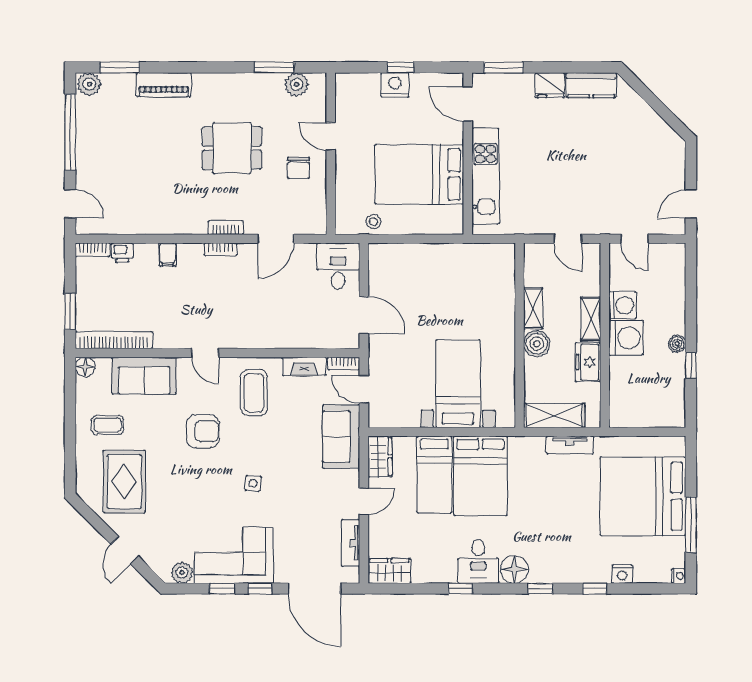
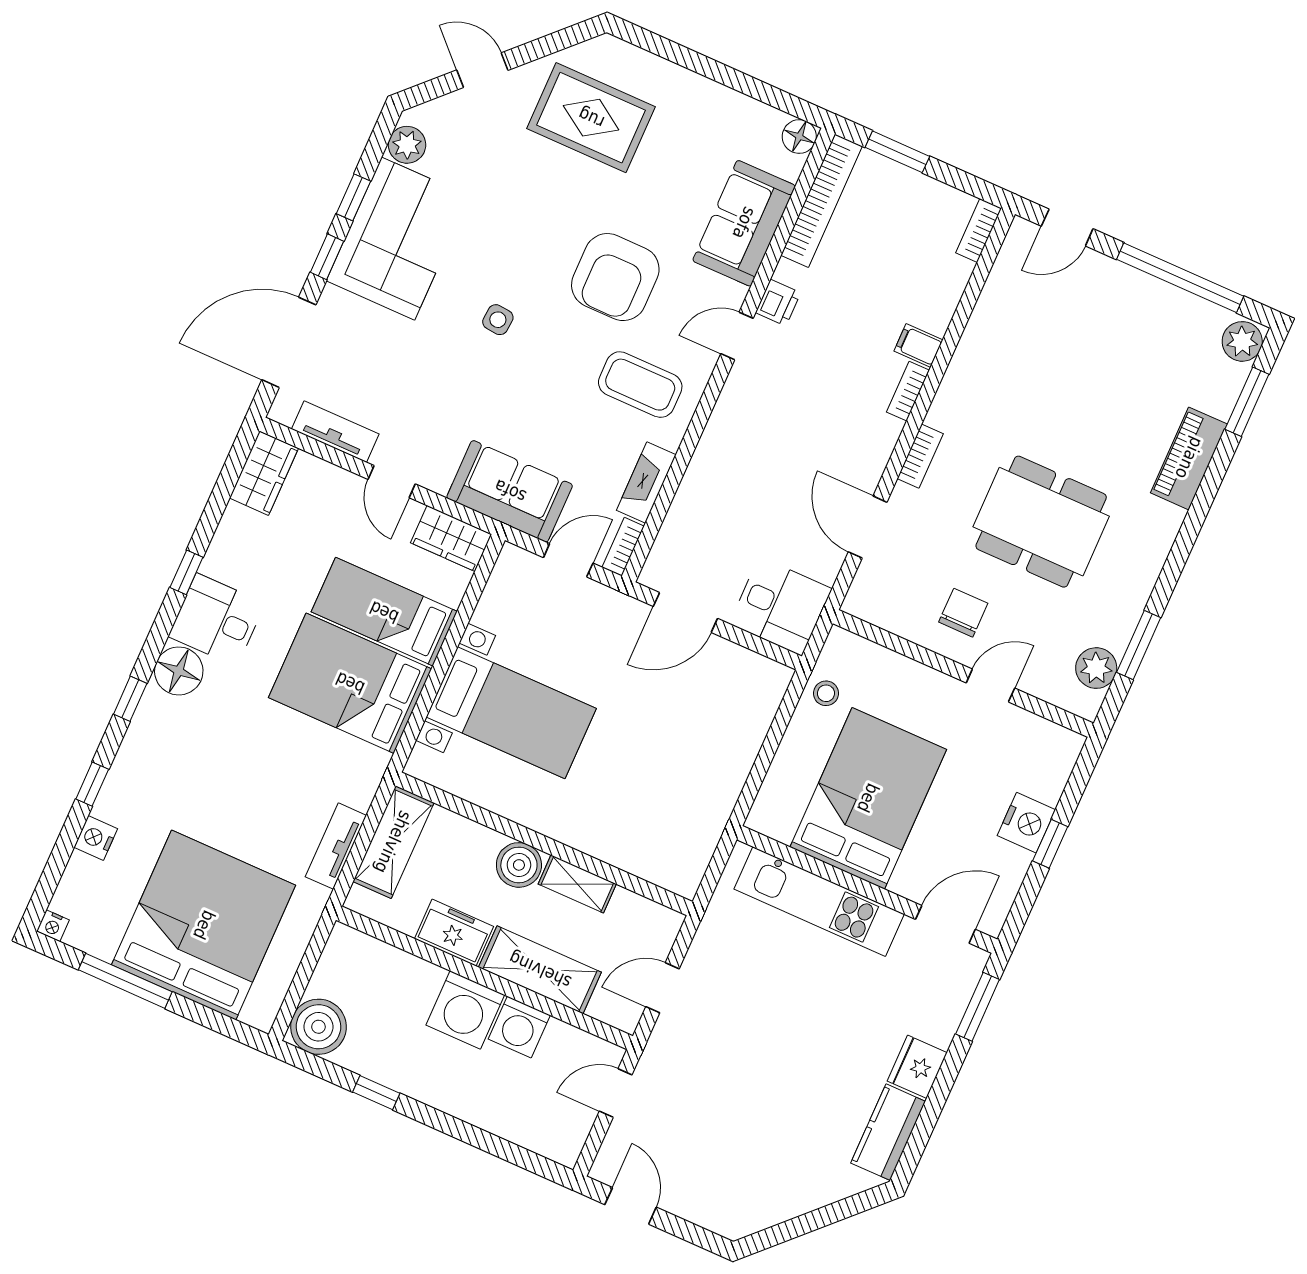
dining table: (232, 148) -> (1041, 522), width x1.38
chair: (299, 168) -> (963, 613), turned 90
bookcase: (220, 249) -> (908, 391), moved
printer: (122, 253) -> (778, 303), moved, turned 180
shelving: (591, 319) -> (540, 970), width x1.50, depth x1.33
boiler: (677, 344) -> (318, 1027), moved, width x1.86, depth x1.86
coffee table: (107, 425) -> (692, 131), removed
armchair: (203, 431) -> (615, 277), width x1.36, depth x1.36

